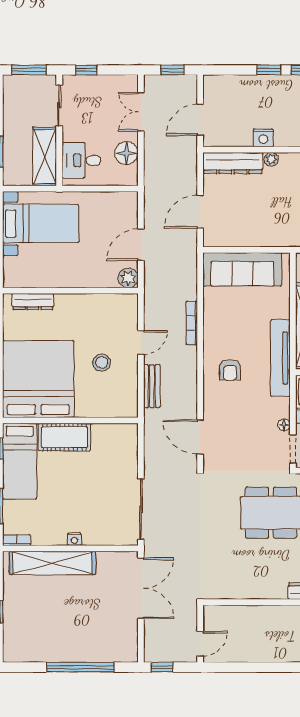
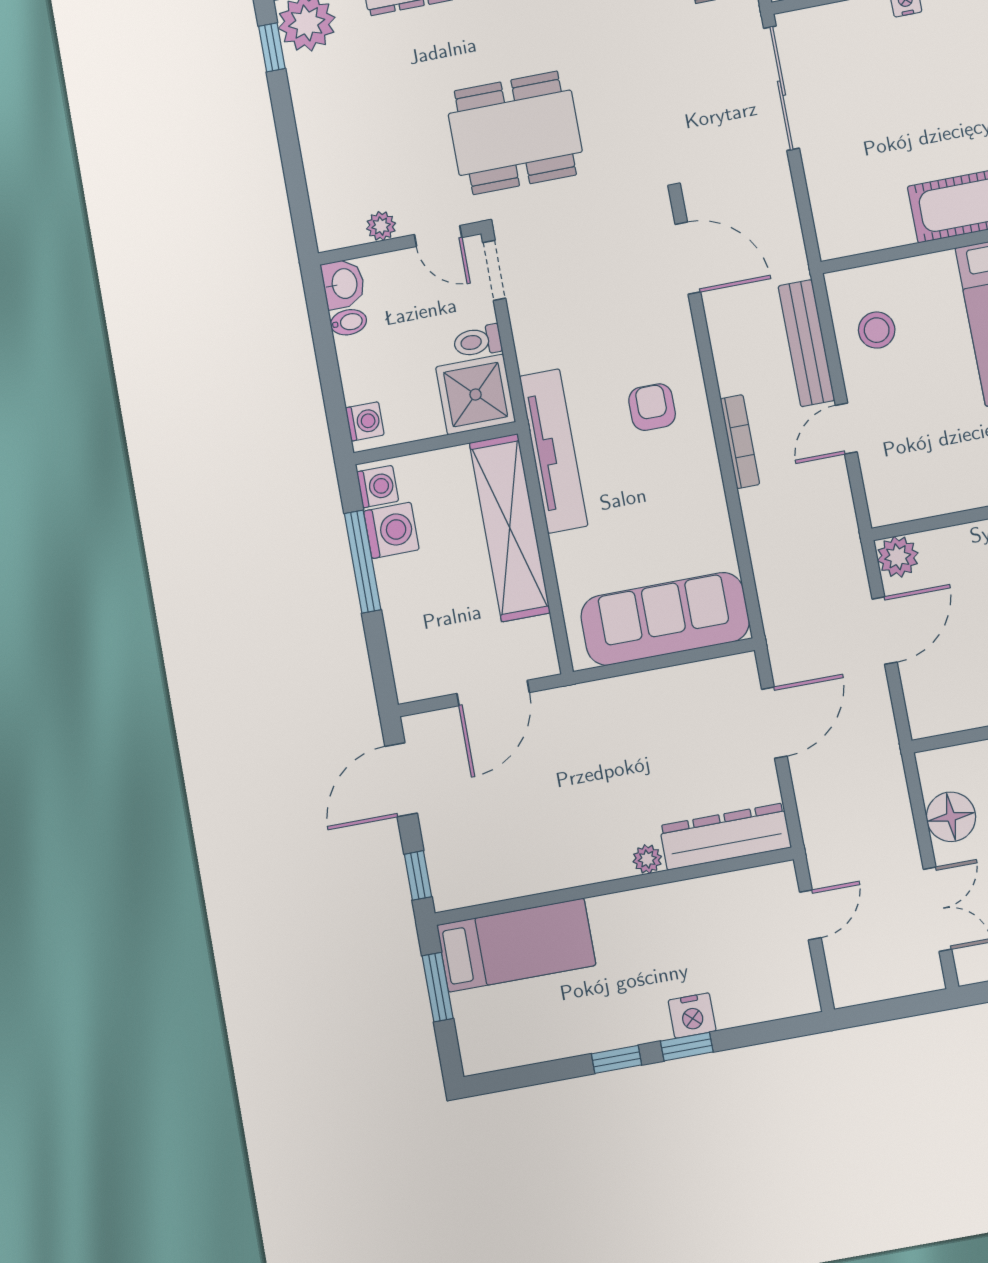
window: (172, 70) -> (888, 1010), removed
door: (200, 120) -> (810, 915), width x0.73
nightstand: (263, 138) -> (692, 1016), moved, turned 180
bookcase: (192, 323) -> (740, 442), moved
stool: (102, 363) -> (877, 330), moved
bench: (152, 386) -> (806, 343), width x1.36
floor lamp: (284, 425) -> (521, 316), removed

